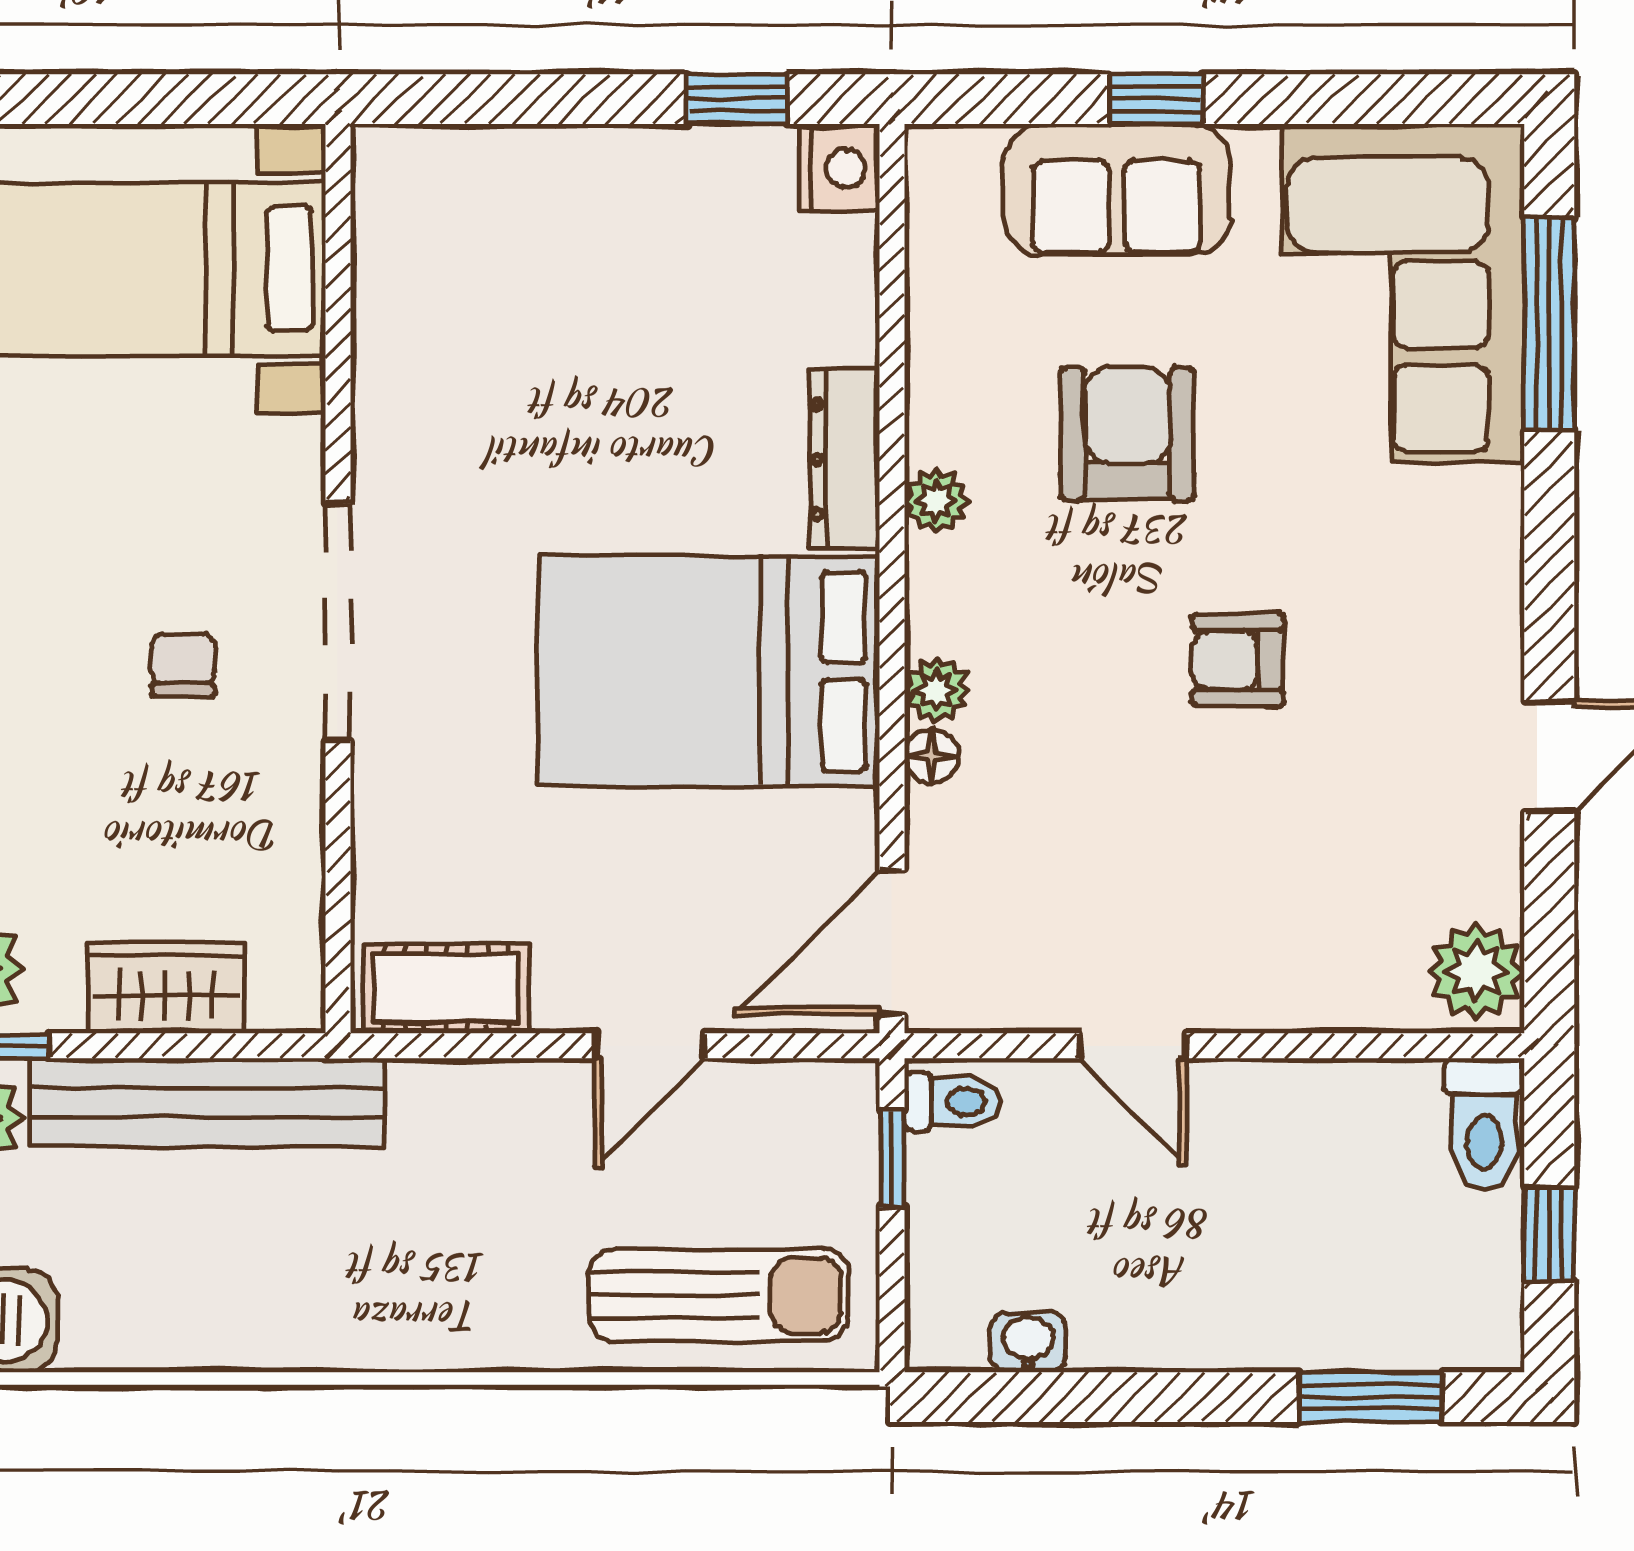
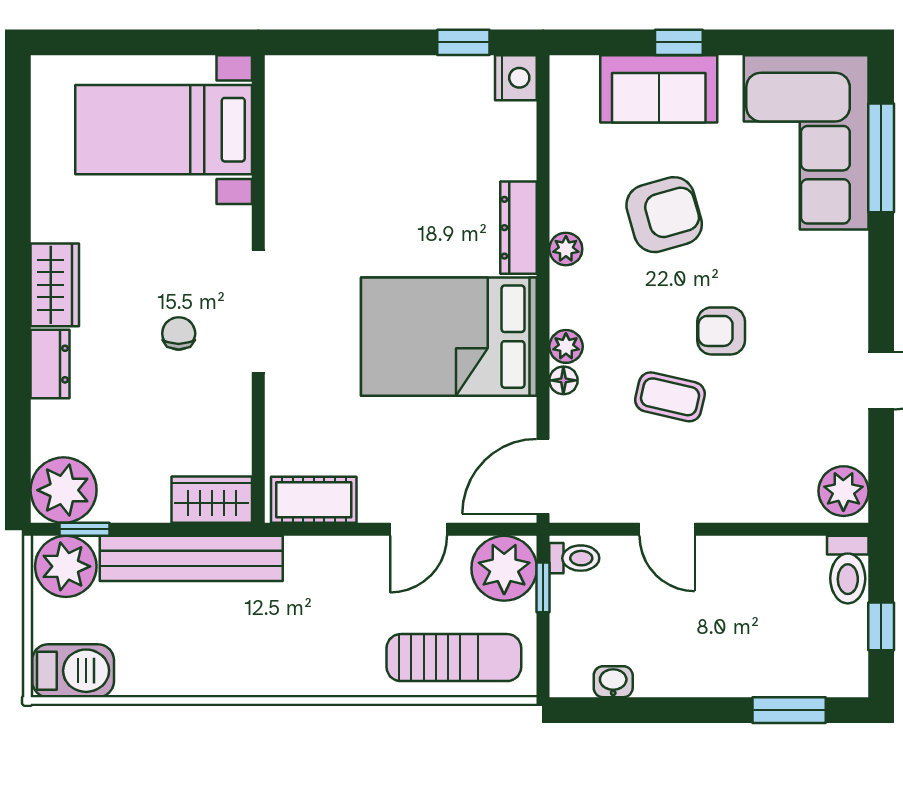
armchair: (1127, 434) -> (664, 215), turned 74
coffee table: (1139, 788) -> (670, 397), added
wardrobe: (166, 988) -> (212, 500), moved
plant: (816, 1122) -> (504, 568), added

